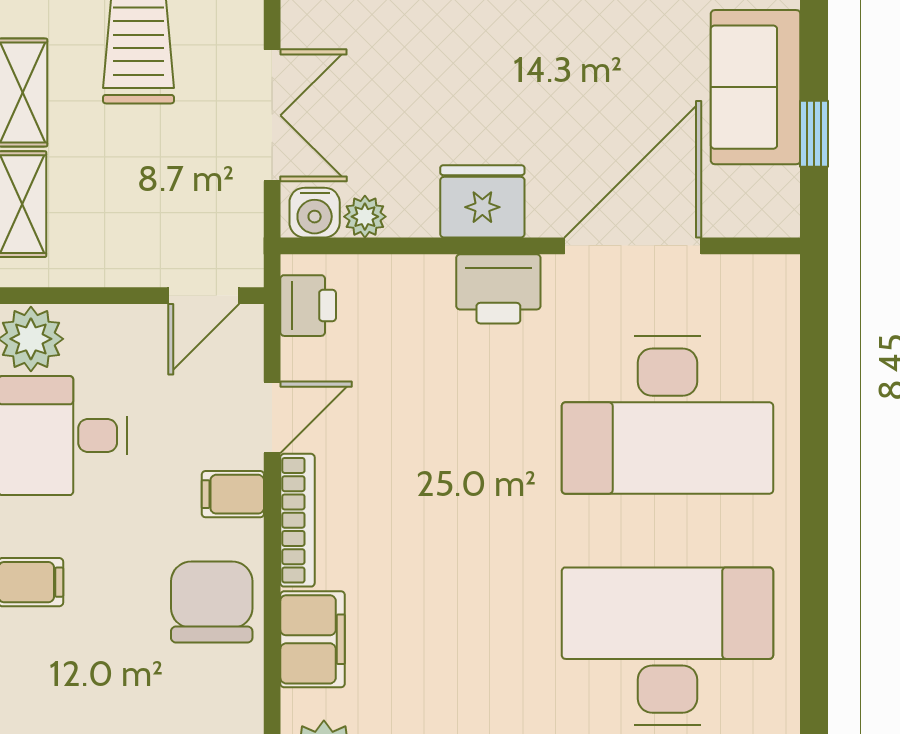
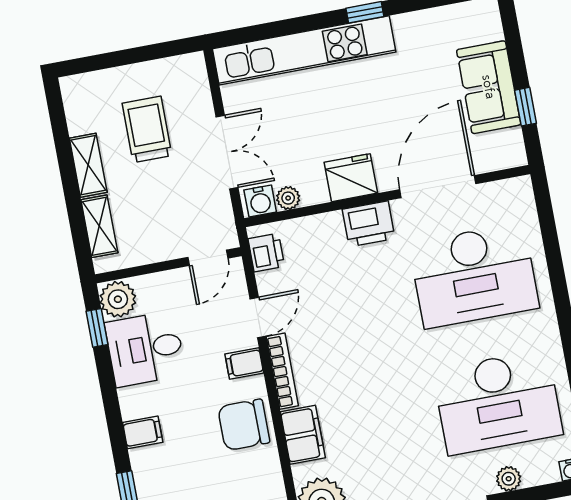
chair: (212, 602) -> (244, 425), turned -90
desk: (667, 646) -> (498, 402), turned 180

